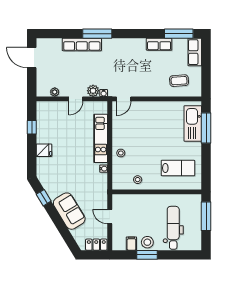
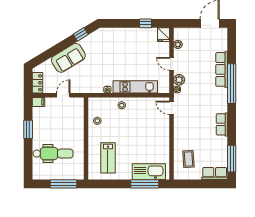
window: (97, 34) -> (232, 84), width x1.46
row of seats: (159, 44) -> (222, 124), moved
fridge: (44, 150) -> (164, 35), moved
stool: (147, 242) -> (40, 130), removed
filing cabinet: (131, 244) -> (38, 102), moved

